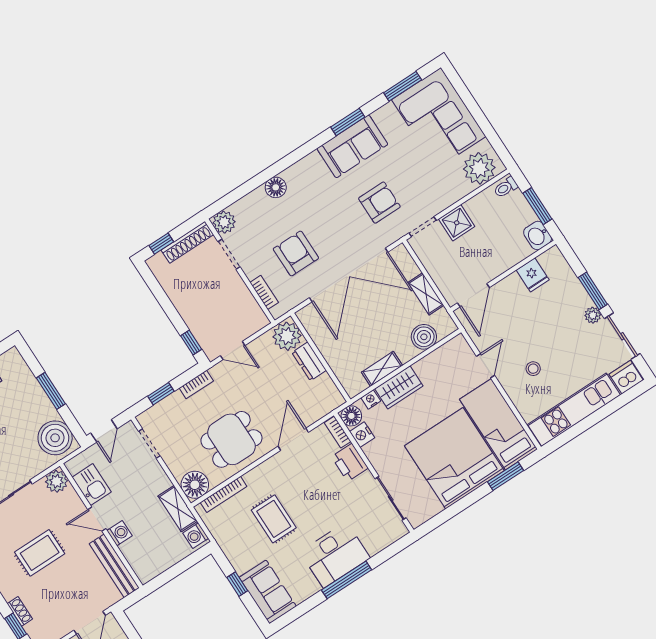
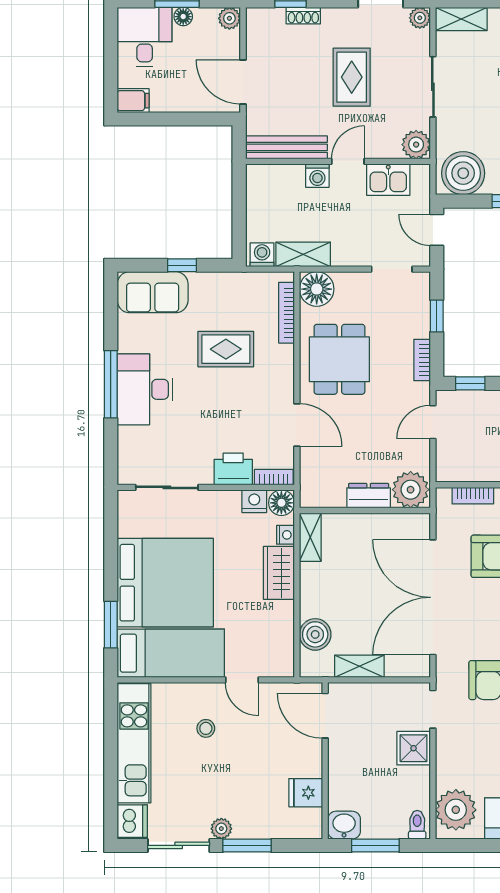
shelving: (382, 369) -> (310, 537), moved

